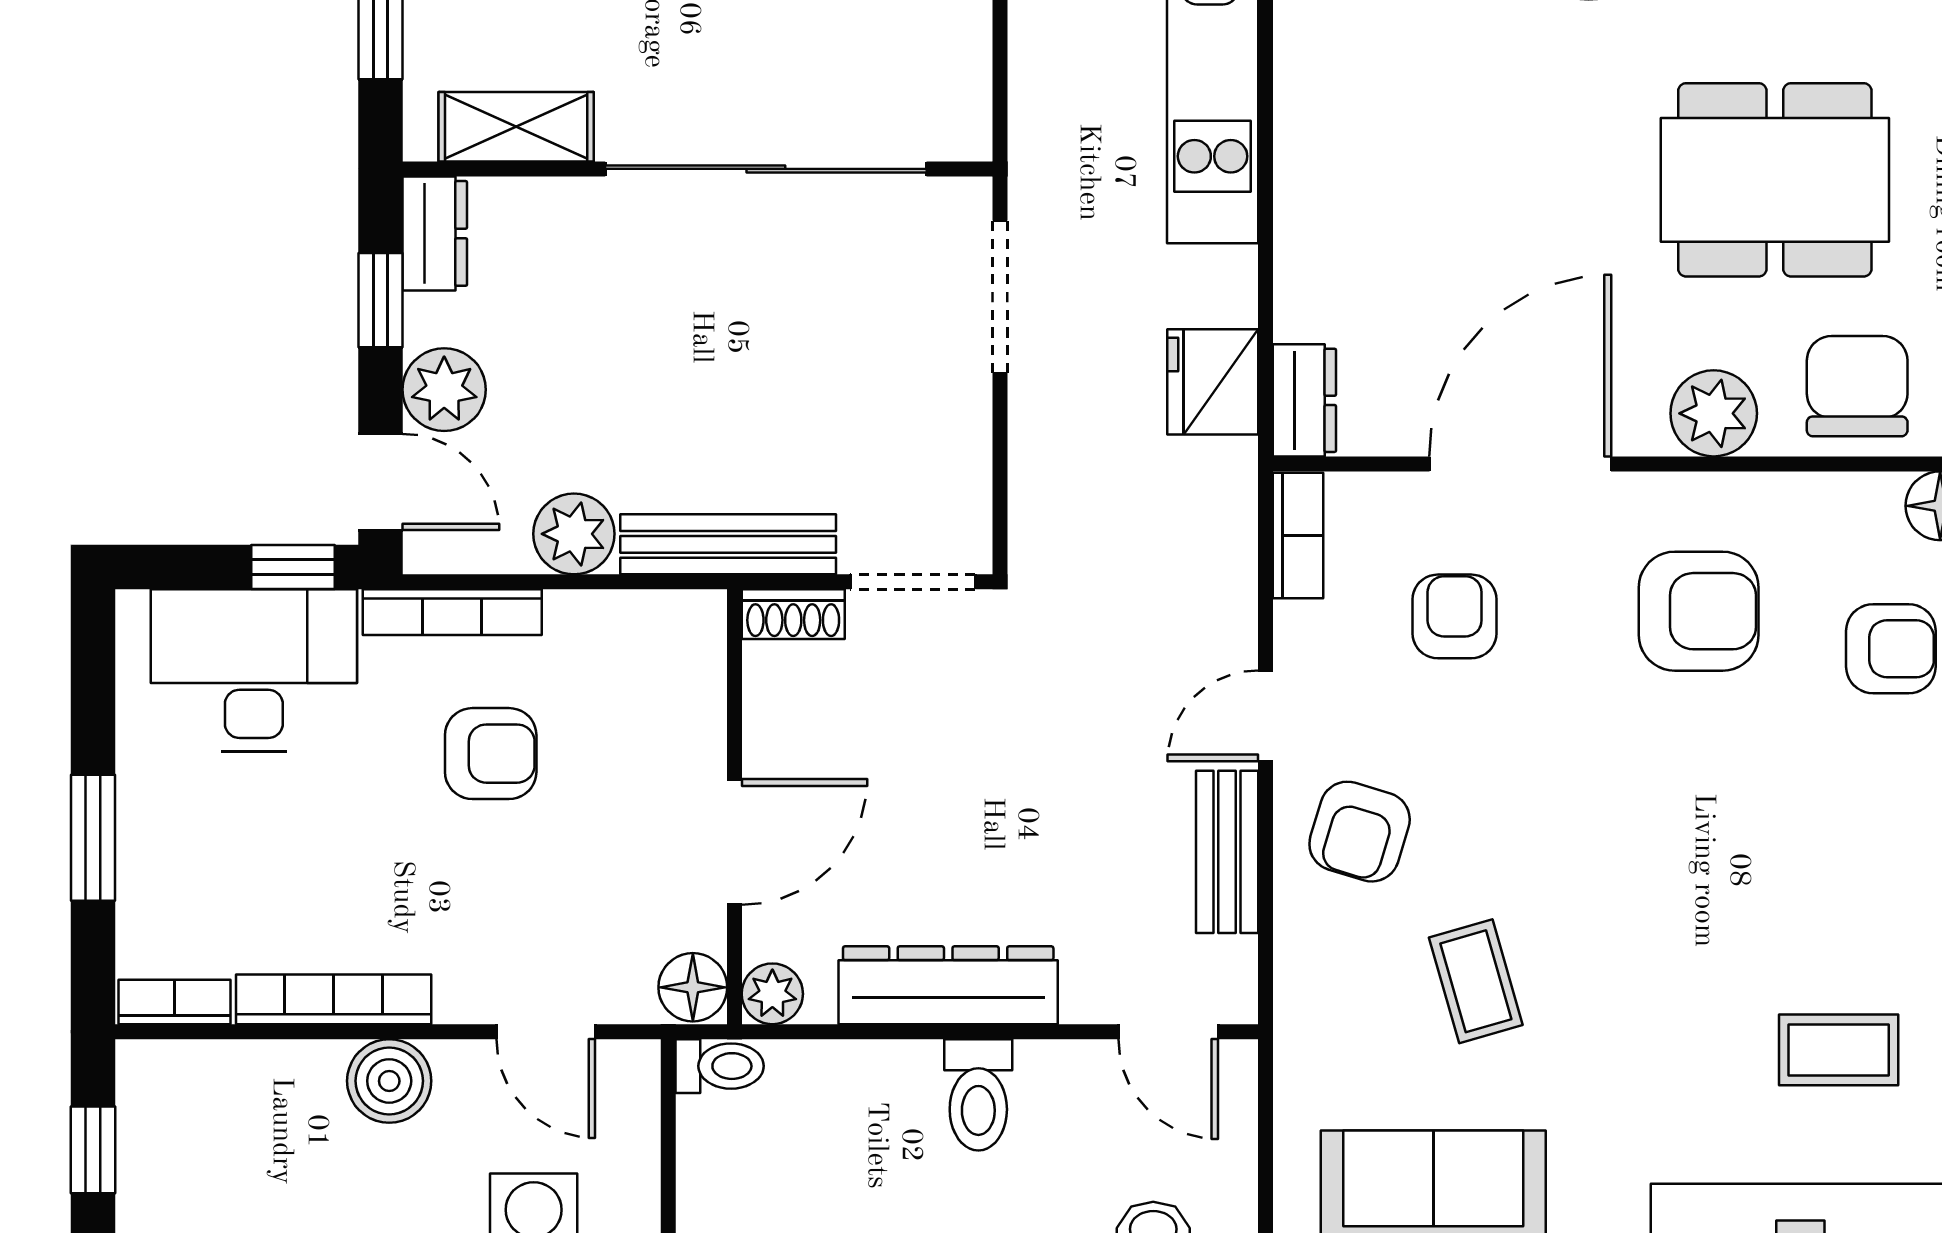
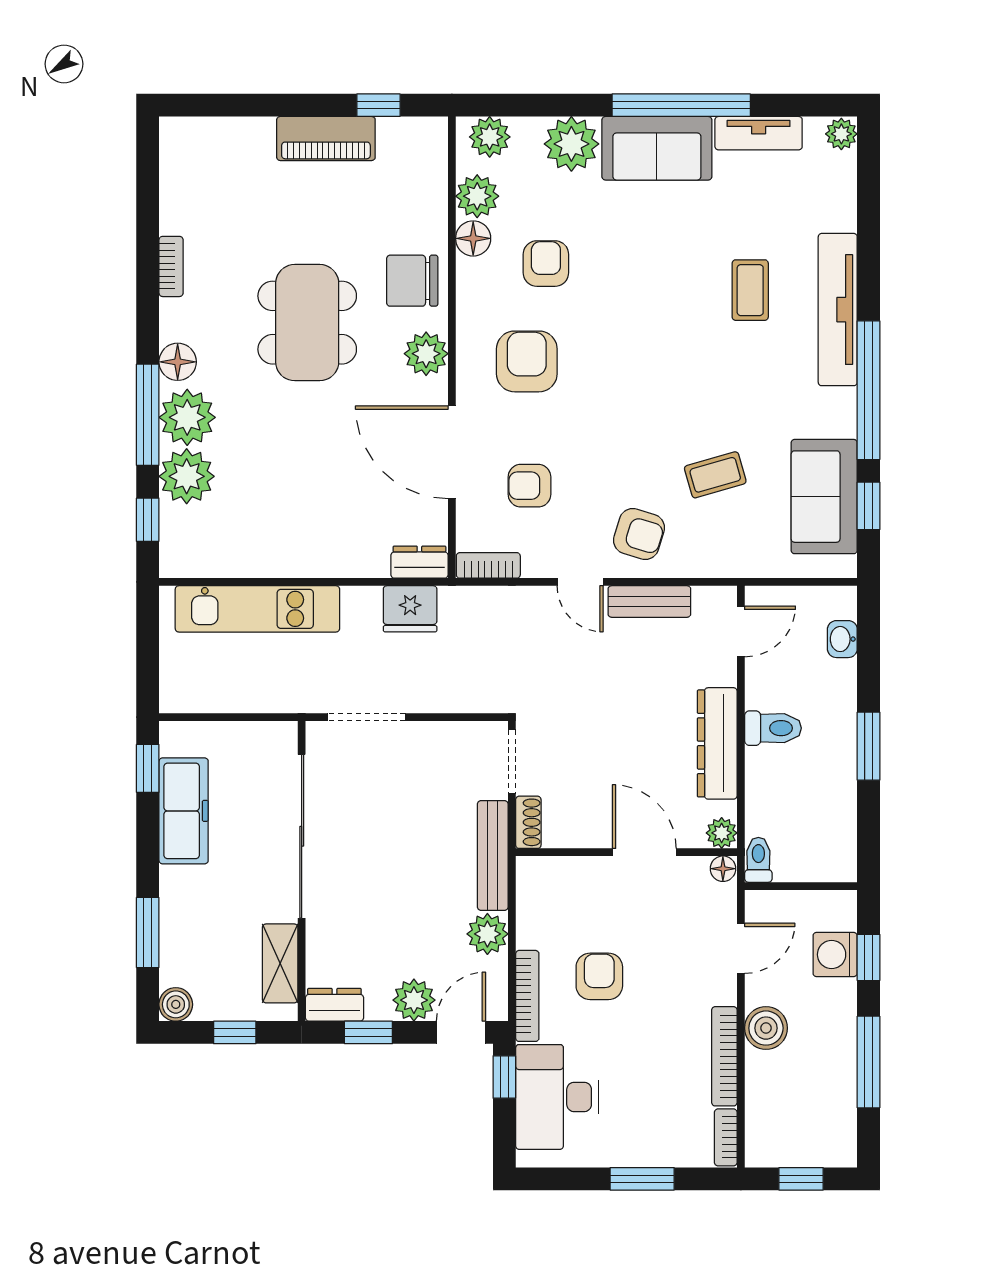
floor lamp: (693, 987) -> (723, 869), width x0.73, depth x0.73

